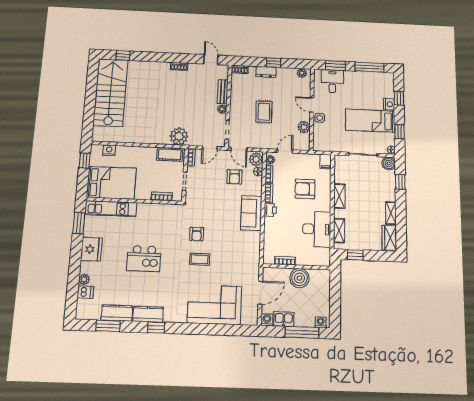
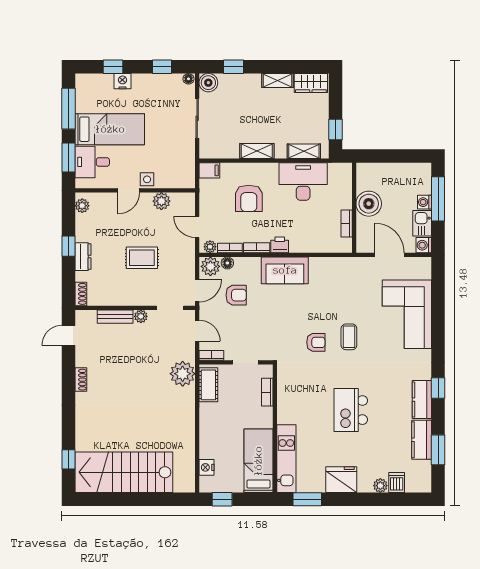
bed: (370, 121) -> (110, 129), moved, turned -90
bed: (111, 183) -> (258, 461), width x0.67
kitchen island: (144, 259) -> (351, 410), turned 180
washing machine: (321, 322) -> (424, 202), moved

